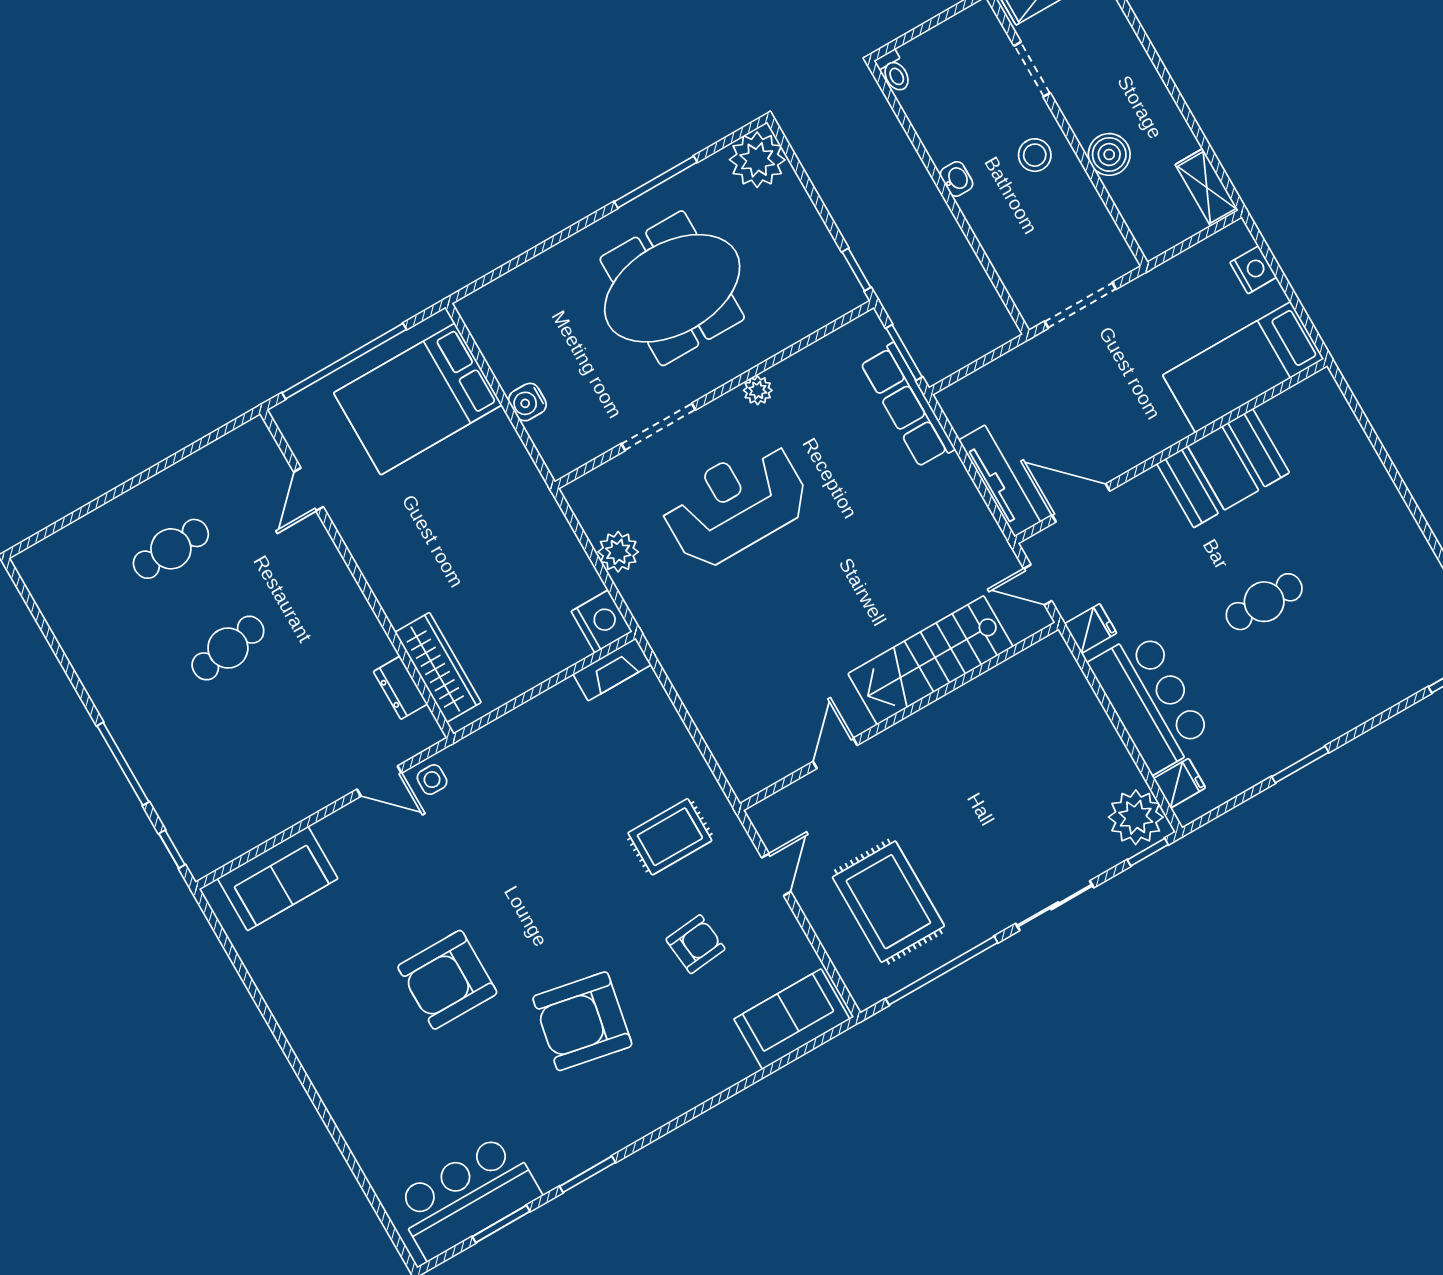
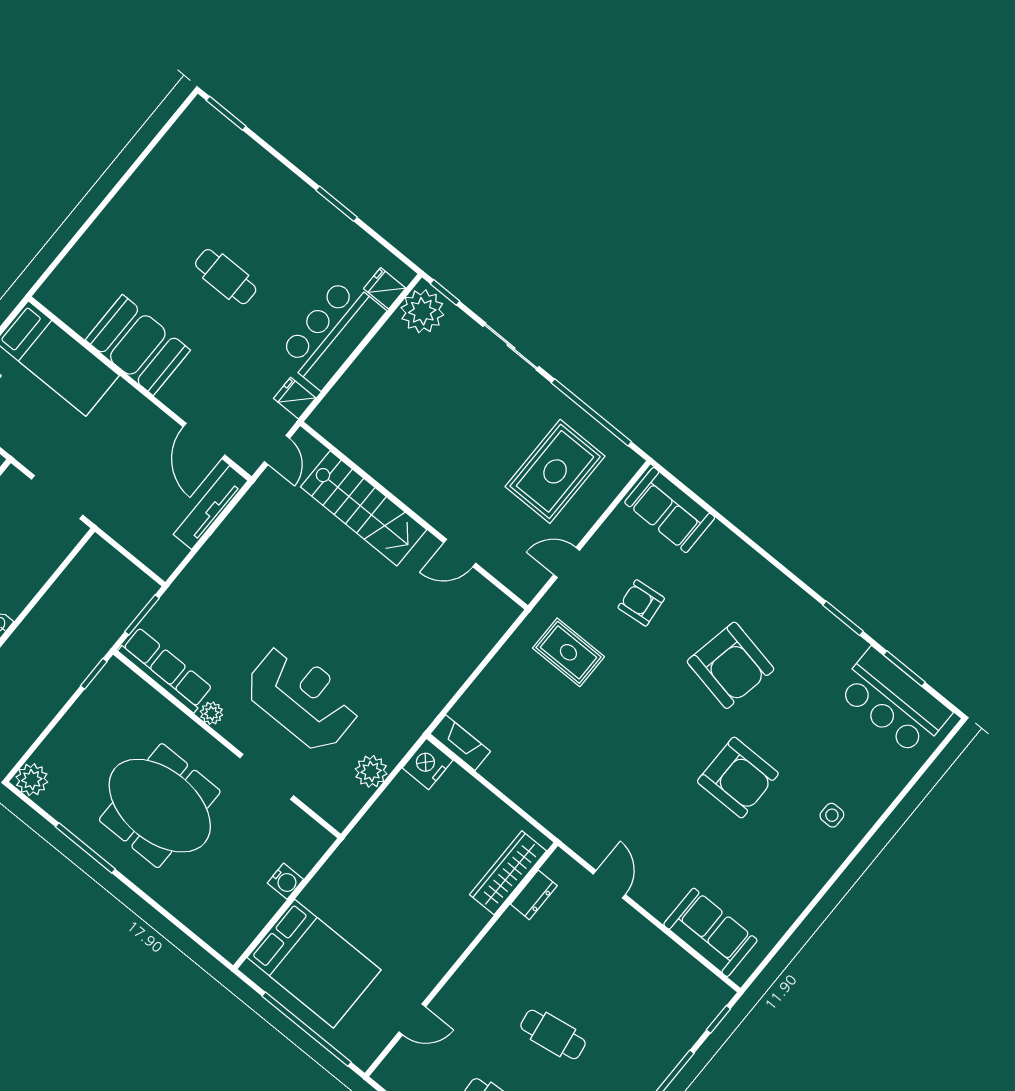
plant: (757, 160) -> (32, 780), width x0.73, depth x0.73
row of seats: (907, 405) -> (166, 670), moved, turned -90
reception desk: (735, 504) -> (303, 698), turned 180
side table: (432, 780) -> (832, 815), moved

